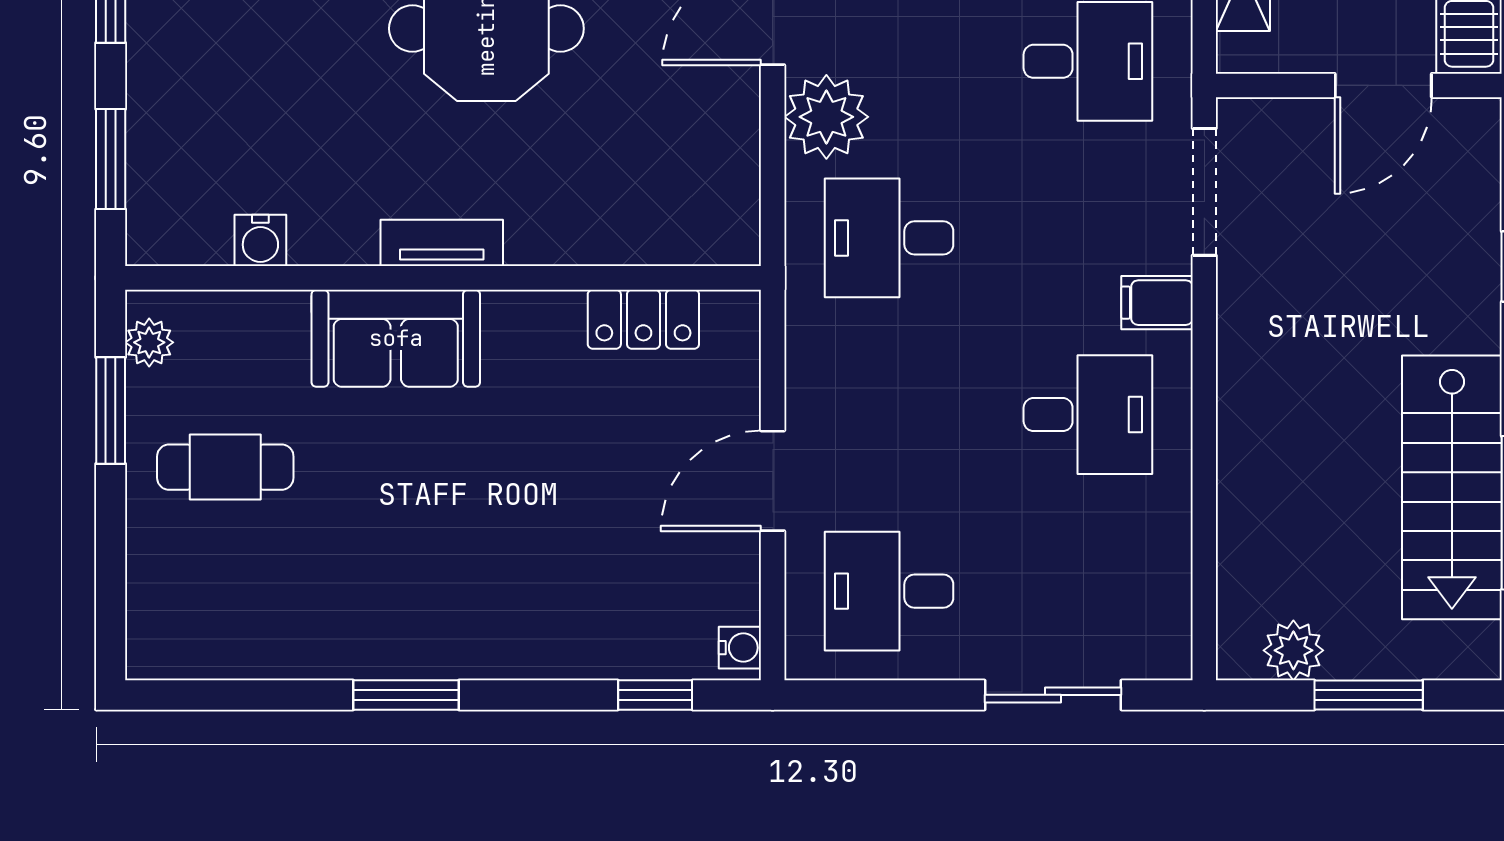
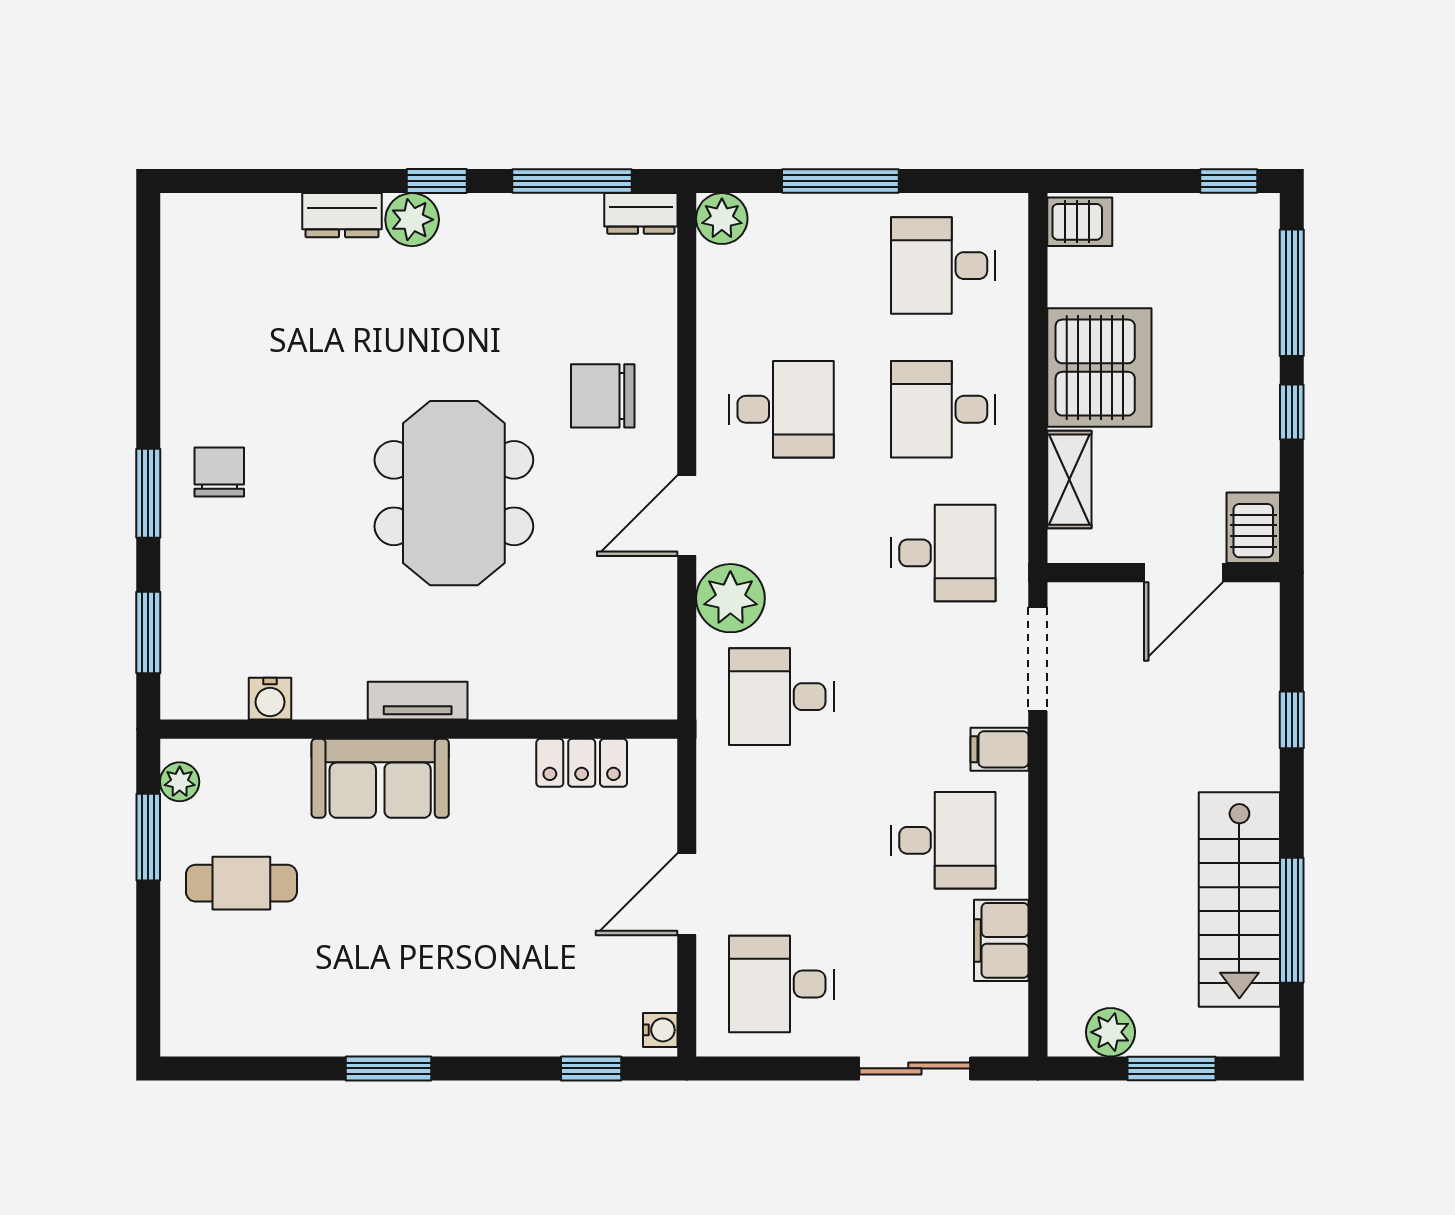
filing cabinet: (1159, 538) -> (1001, 940), added

